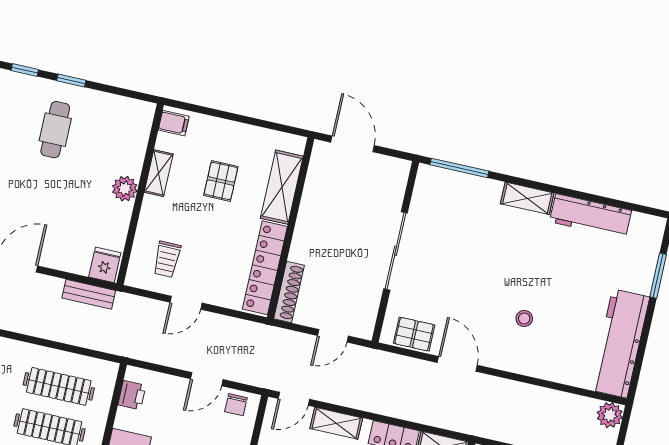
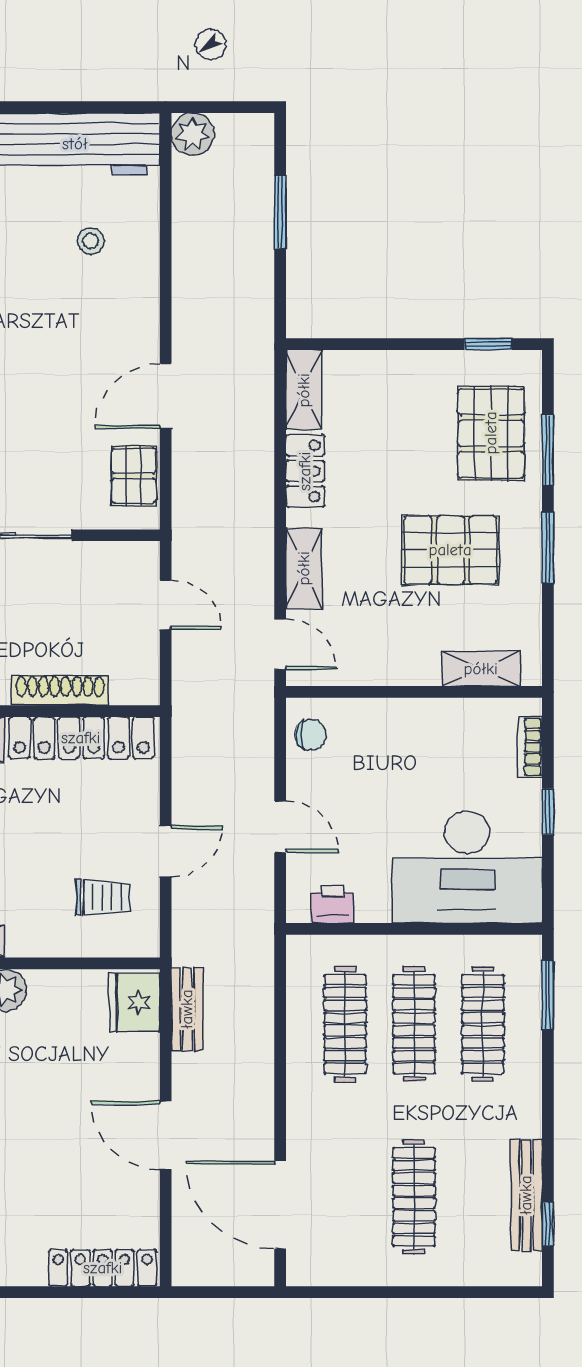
fridge: (105, 265) -> (135, 1003), width x1.38
shoe rack: (289, 292) -> (60, 690), moved
door: (186, 303) -> (166, 851), hinge flipped
stool: (524, 318) -> (91, 241), moved
door: (207, 379) -> (280, 827), moved

